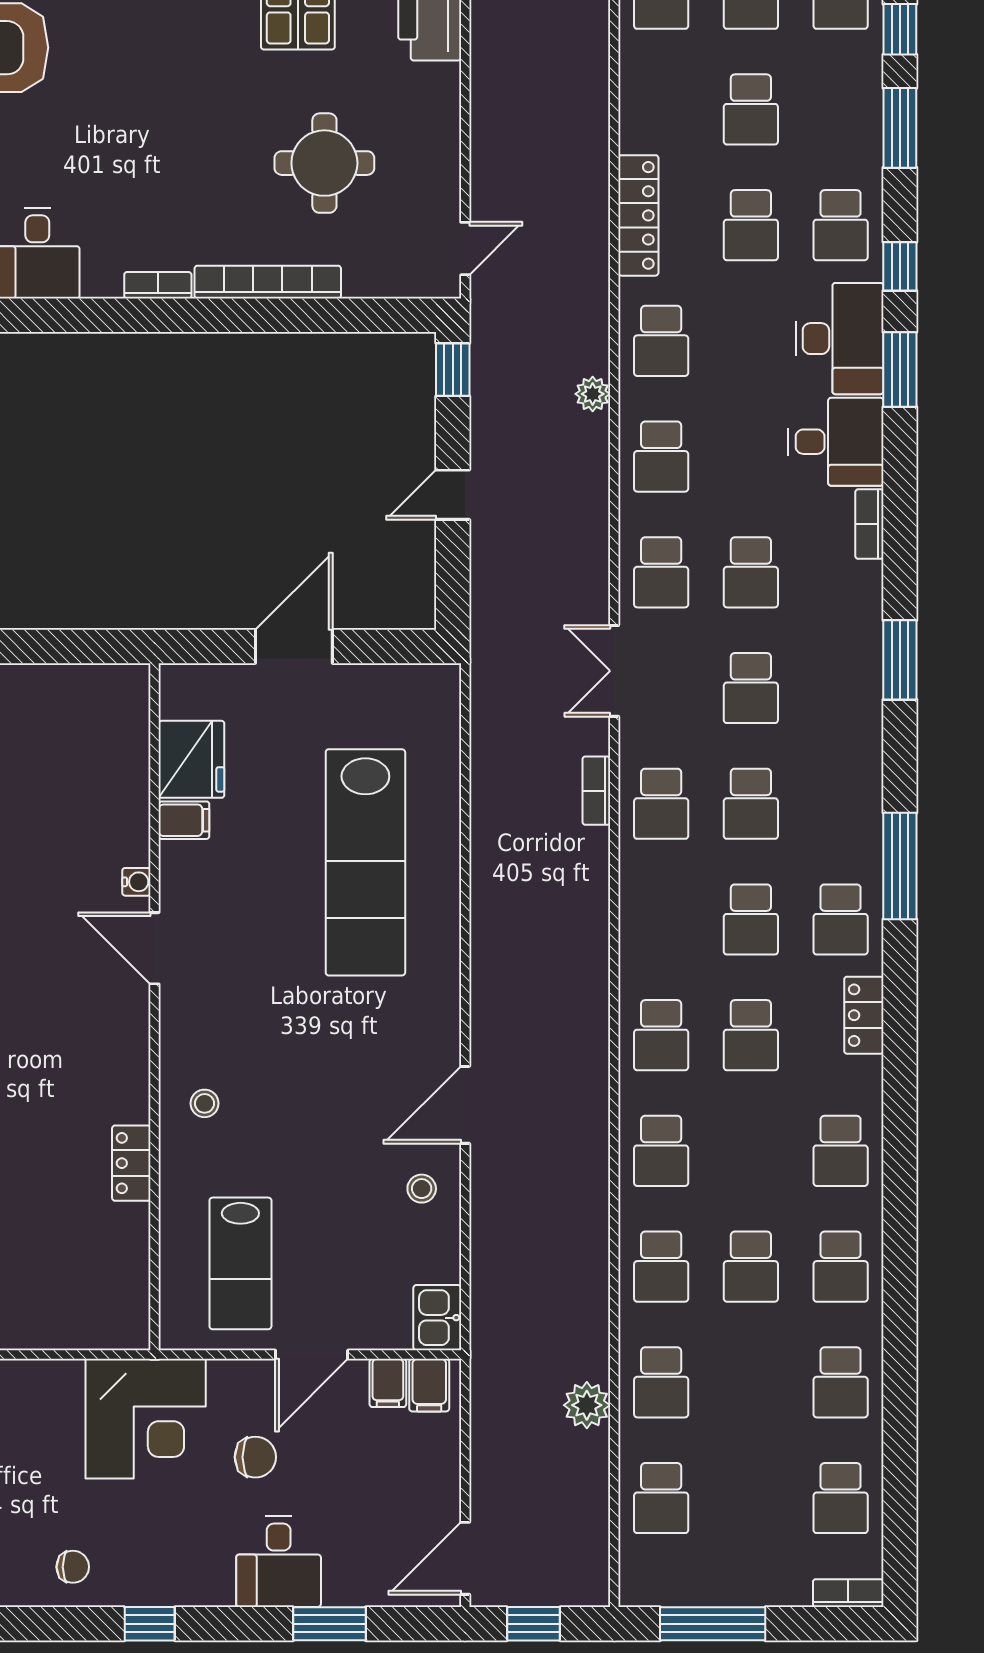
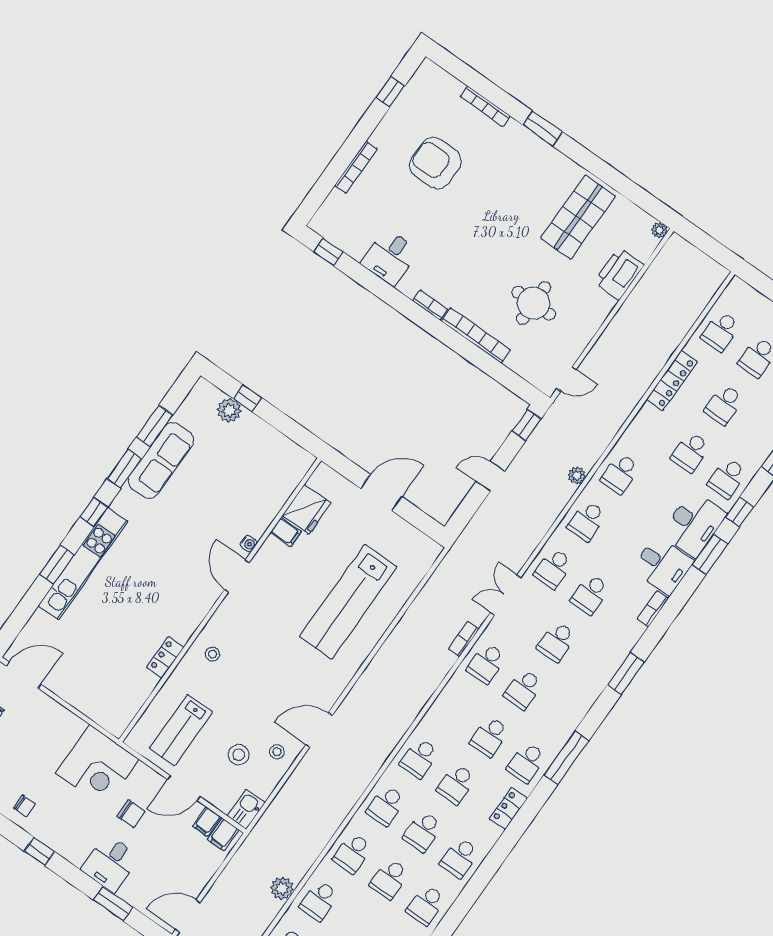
locker: (638, 215) -> (672, 380), moved
school desk: (751, 1151) -> (423, 832), added
stool: (363, 1237) -> (239, 755), added

